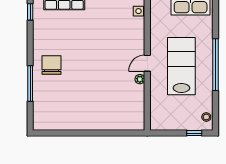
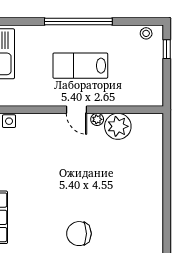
lab bench: (181, 66) -> (80, 66), width x0.73, depth x0.72
plant: (135, 95) -> (118, 126), added

